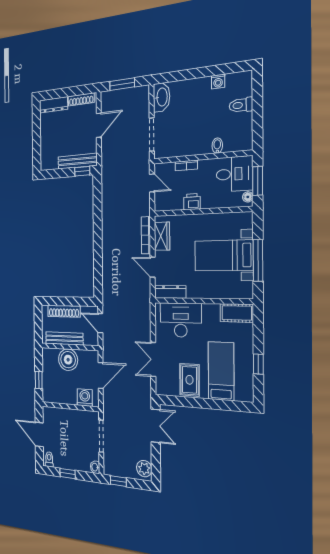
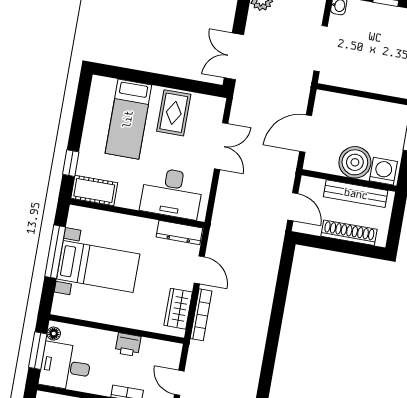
window: (258, 364) -> (71, 163), moved
washing machine: (85, 398) -> (383, 171), moved, turned 180

